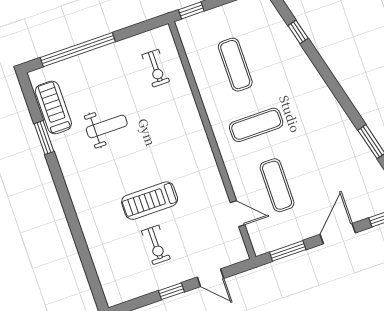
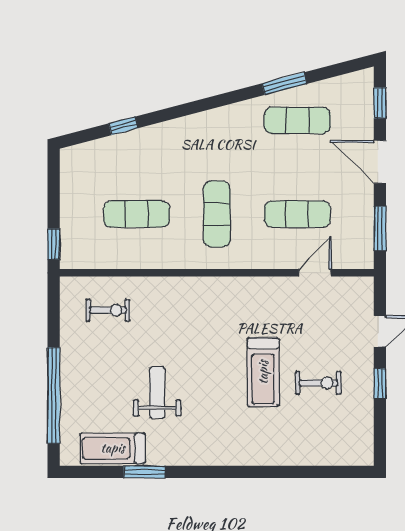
exercise mat: (347, 161) -> (297, 120), added

